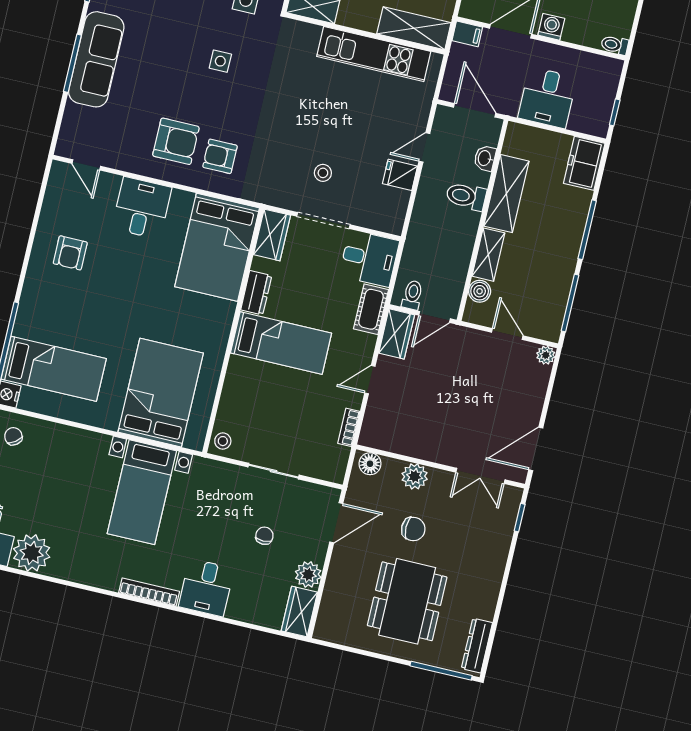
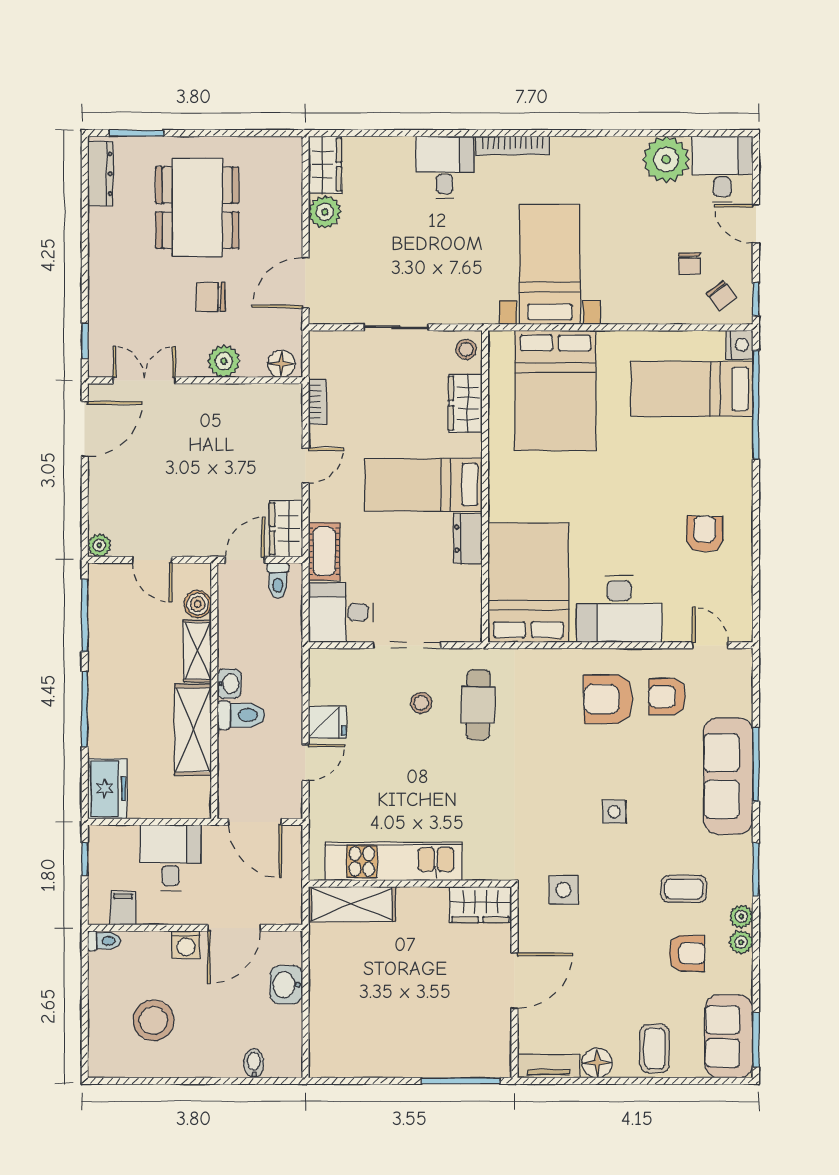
filing cabinet: (467, 34) -> (123, 908), moved, turned 90
side table: (220, 61) -> (614, 812), moved
armchair: (220, 156) -> (667, 697), moved, turned 180
washbasin: (485, 158) -> (229, 684), moved
cafe table: (279, 161) -> (478, 705), added
desk: (142, 208) -> (619, 609), width x1.37
wardrobe: (272, 235) -> (465, 403), moved
chair: (264, 536) -> (689, 264), moved
window: (441, 671) -> (136, 133), width x0.69

